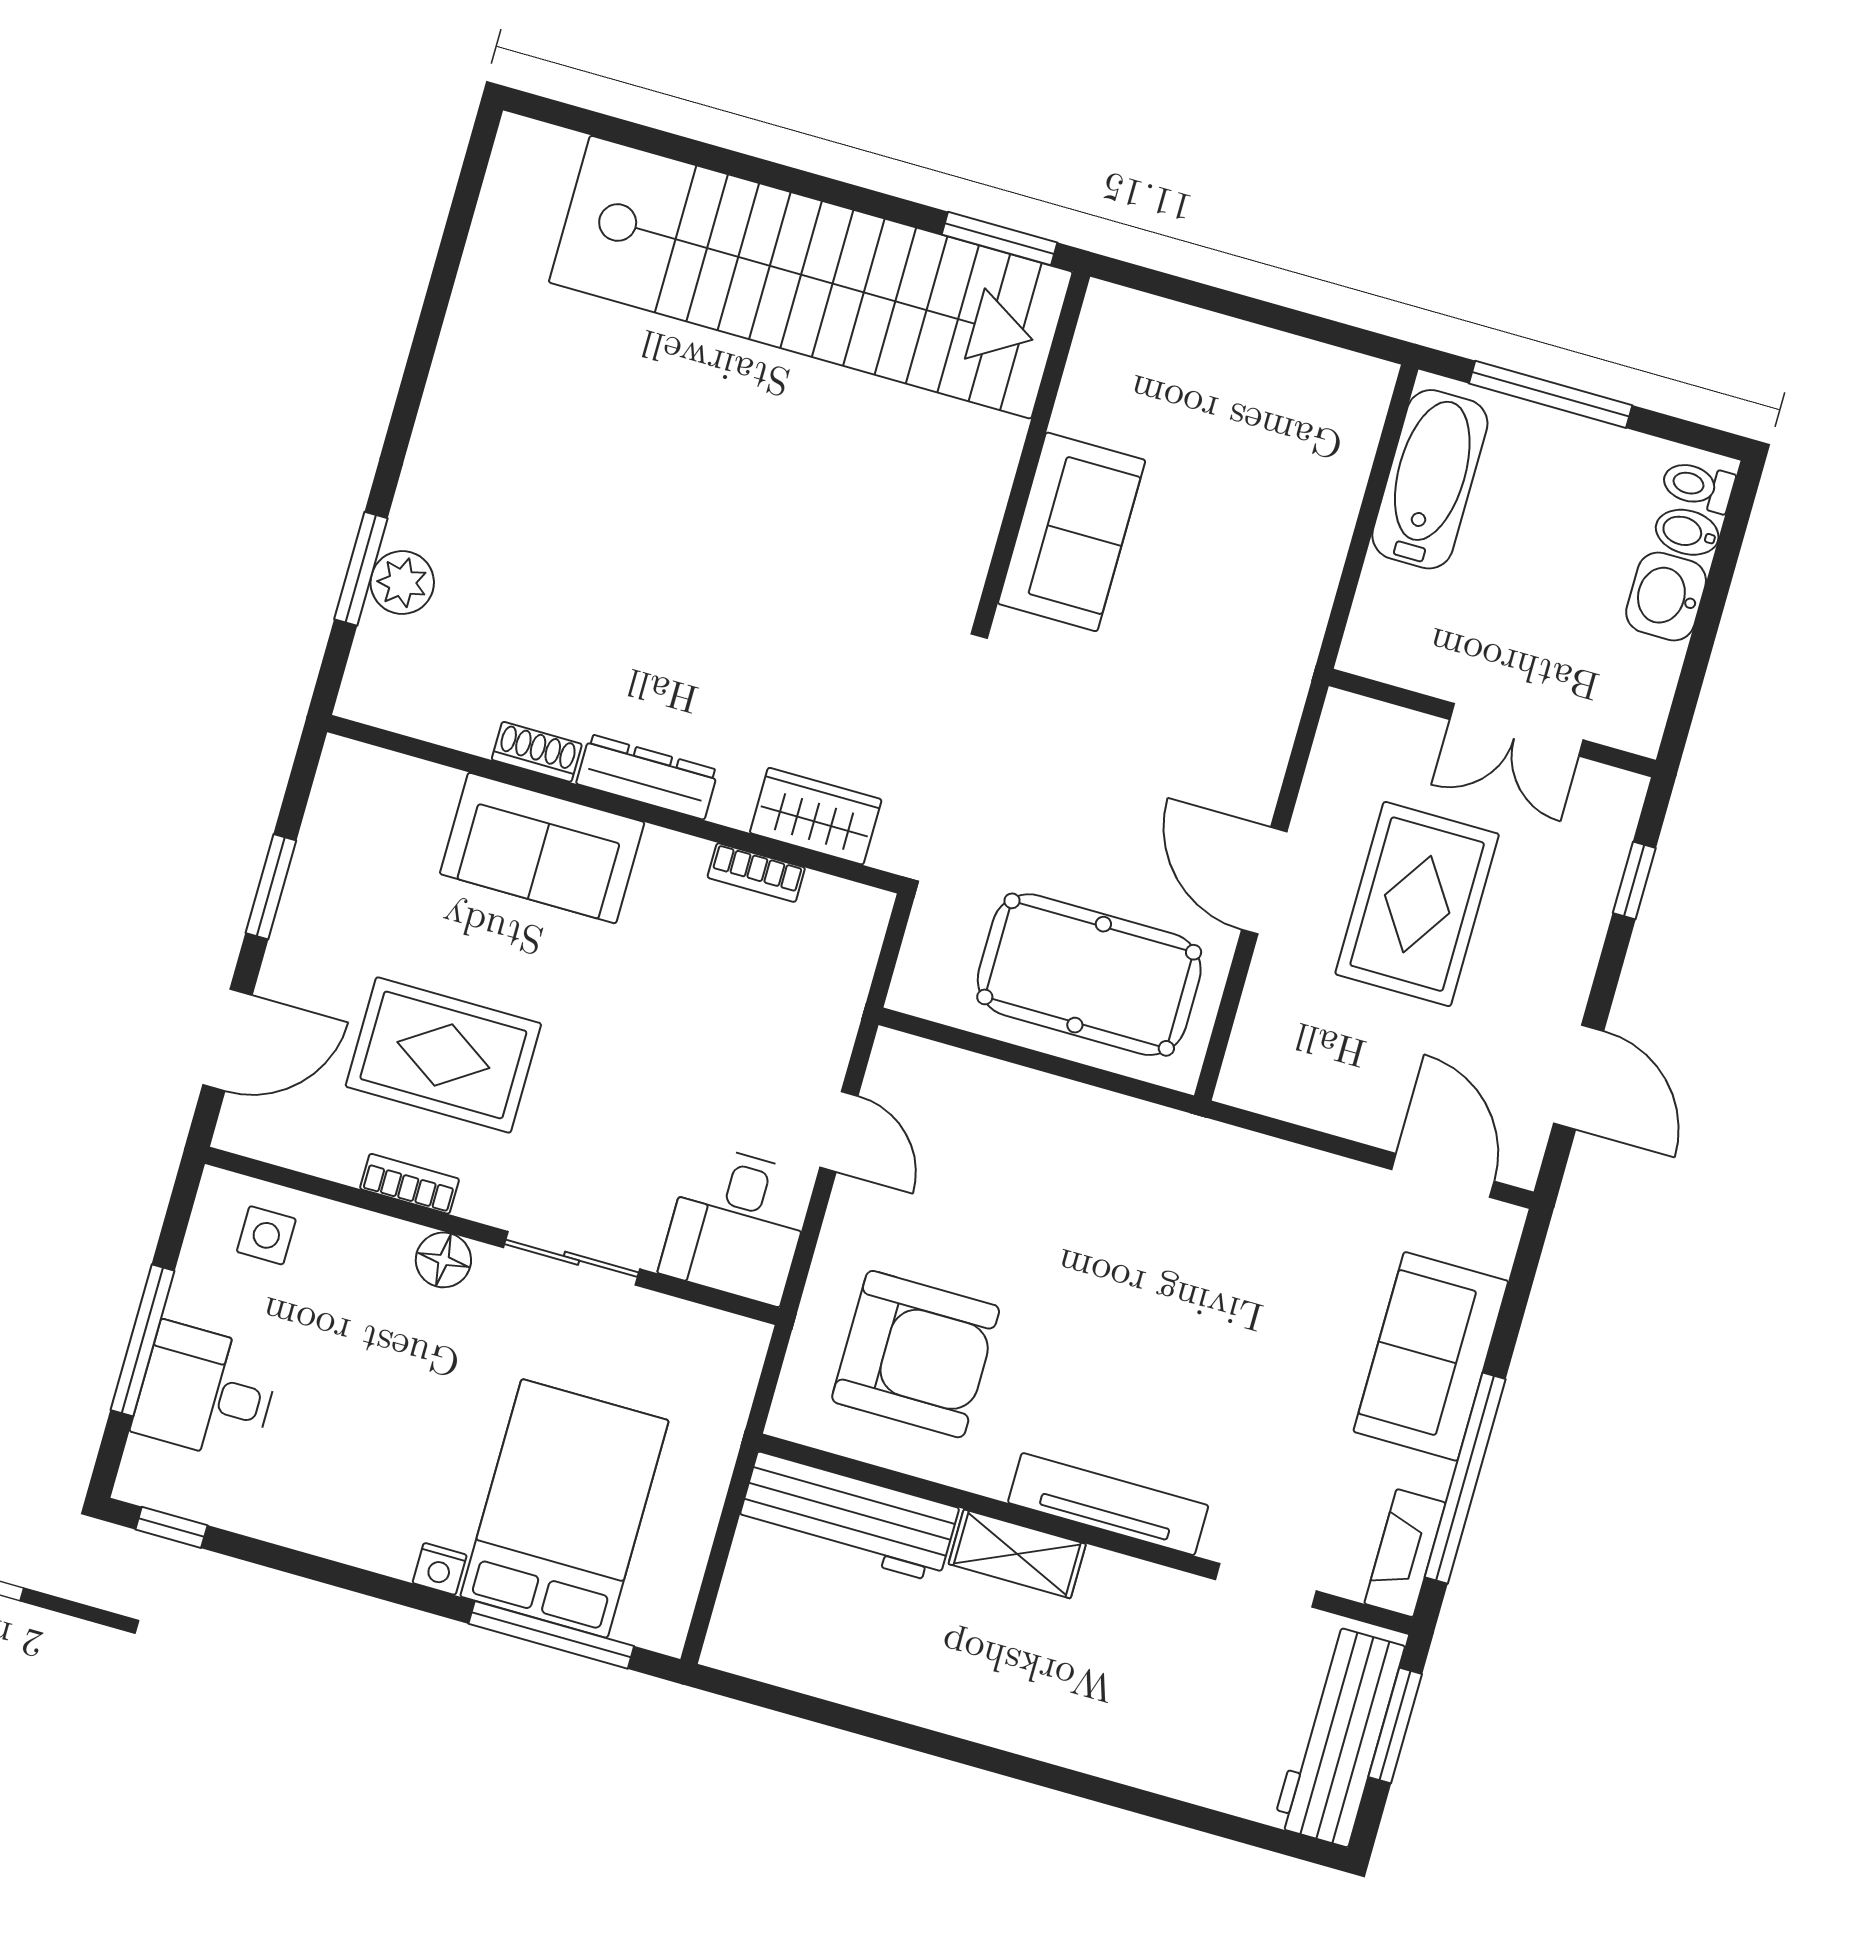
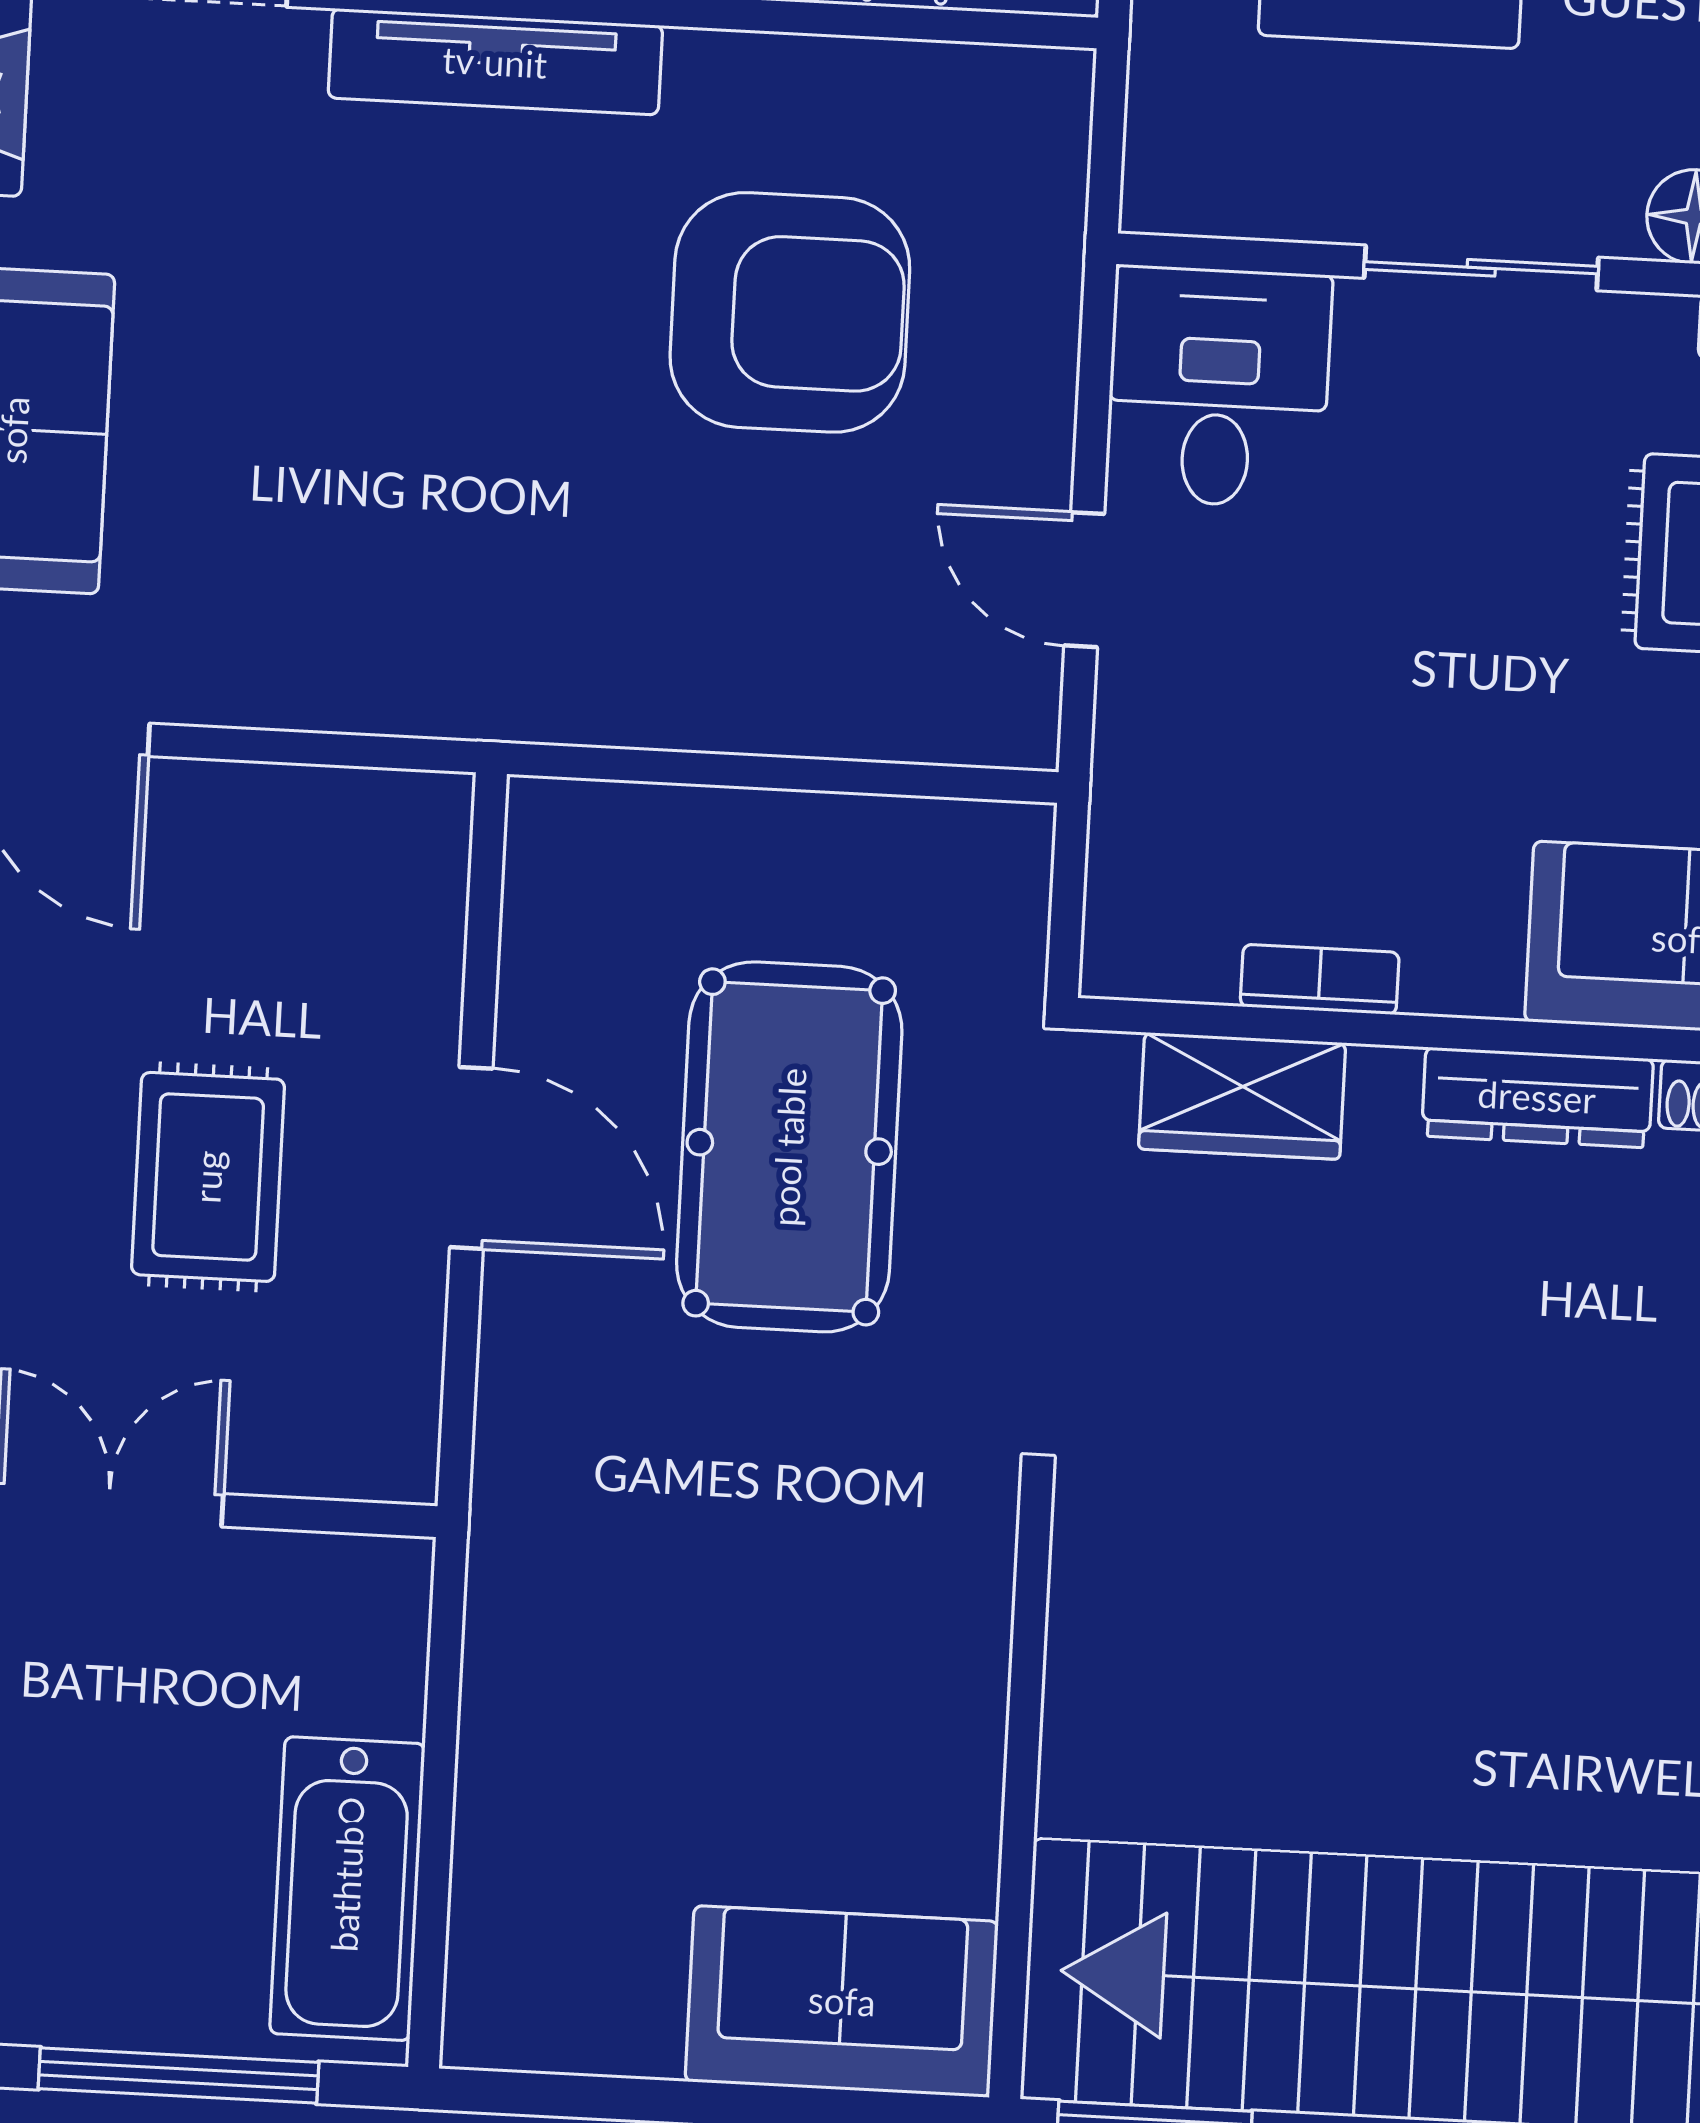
sofa: (1072, 532) -> (842, 2001), moved, turned 90
rug: (1417, 904) -> (208, 1177), width x0.73, depth x0.70
pool table: (1089, 975) -> (789, 1147), moved, turned 90
armchair: (916, 1354) -> (790, 312), moved, turned 180

